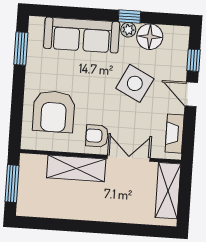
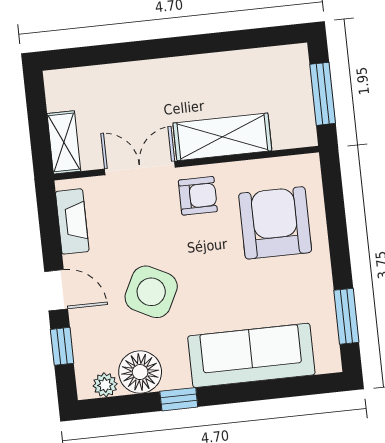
plant: (128, 30) -> (105, 385), moved
double door: (129, 158) -> (140, 168), swing flipped
shelving: (168, 191) -> (64, 142), width x0.67, depth x0.75

